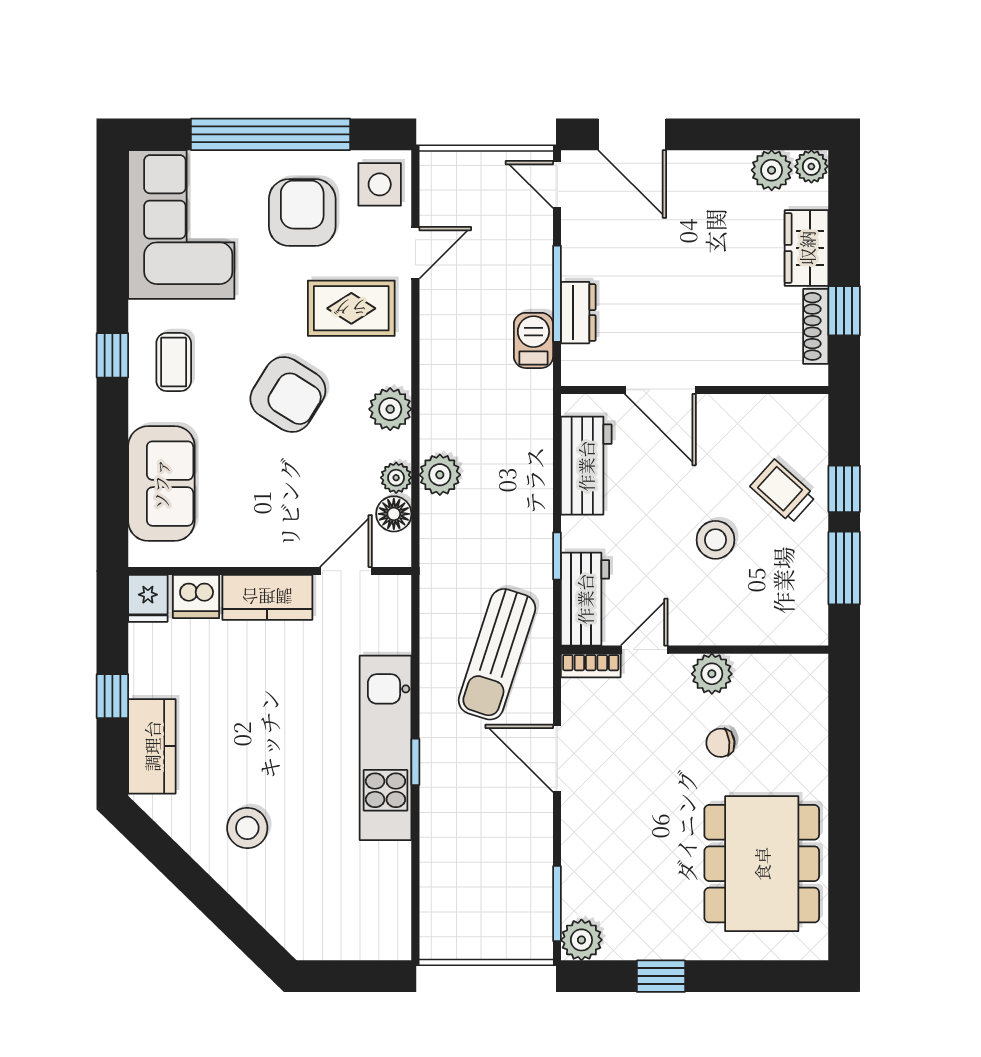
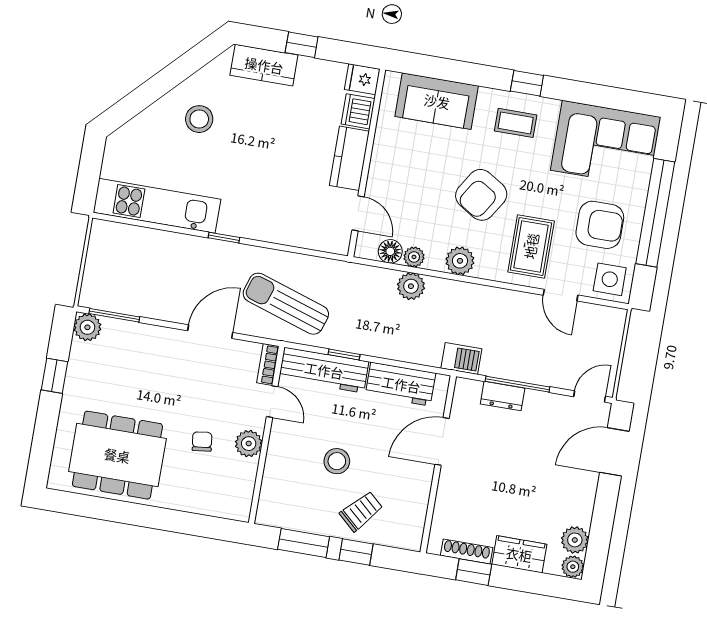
barbecue: (533, 340) -> (461, 359), moved
workbench: (585, 599) -> (324, 370), width x1.38
kitchen unit: (385, 748) -> (157, 206), moved

